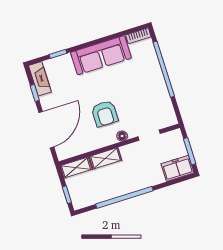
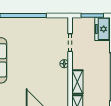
armchair: (105, 114) -> (43, 72), removed

